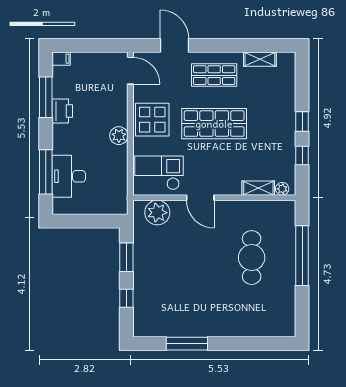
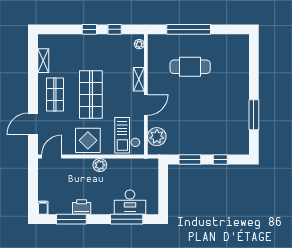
shelving: (258, 188) -> (139, 79), moved

